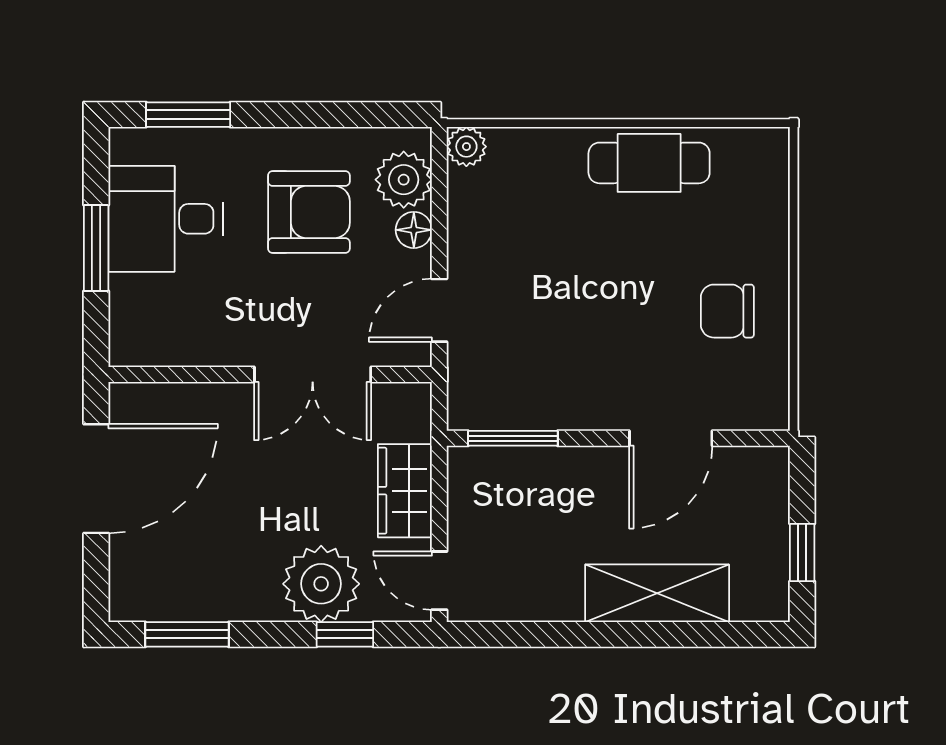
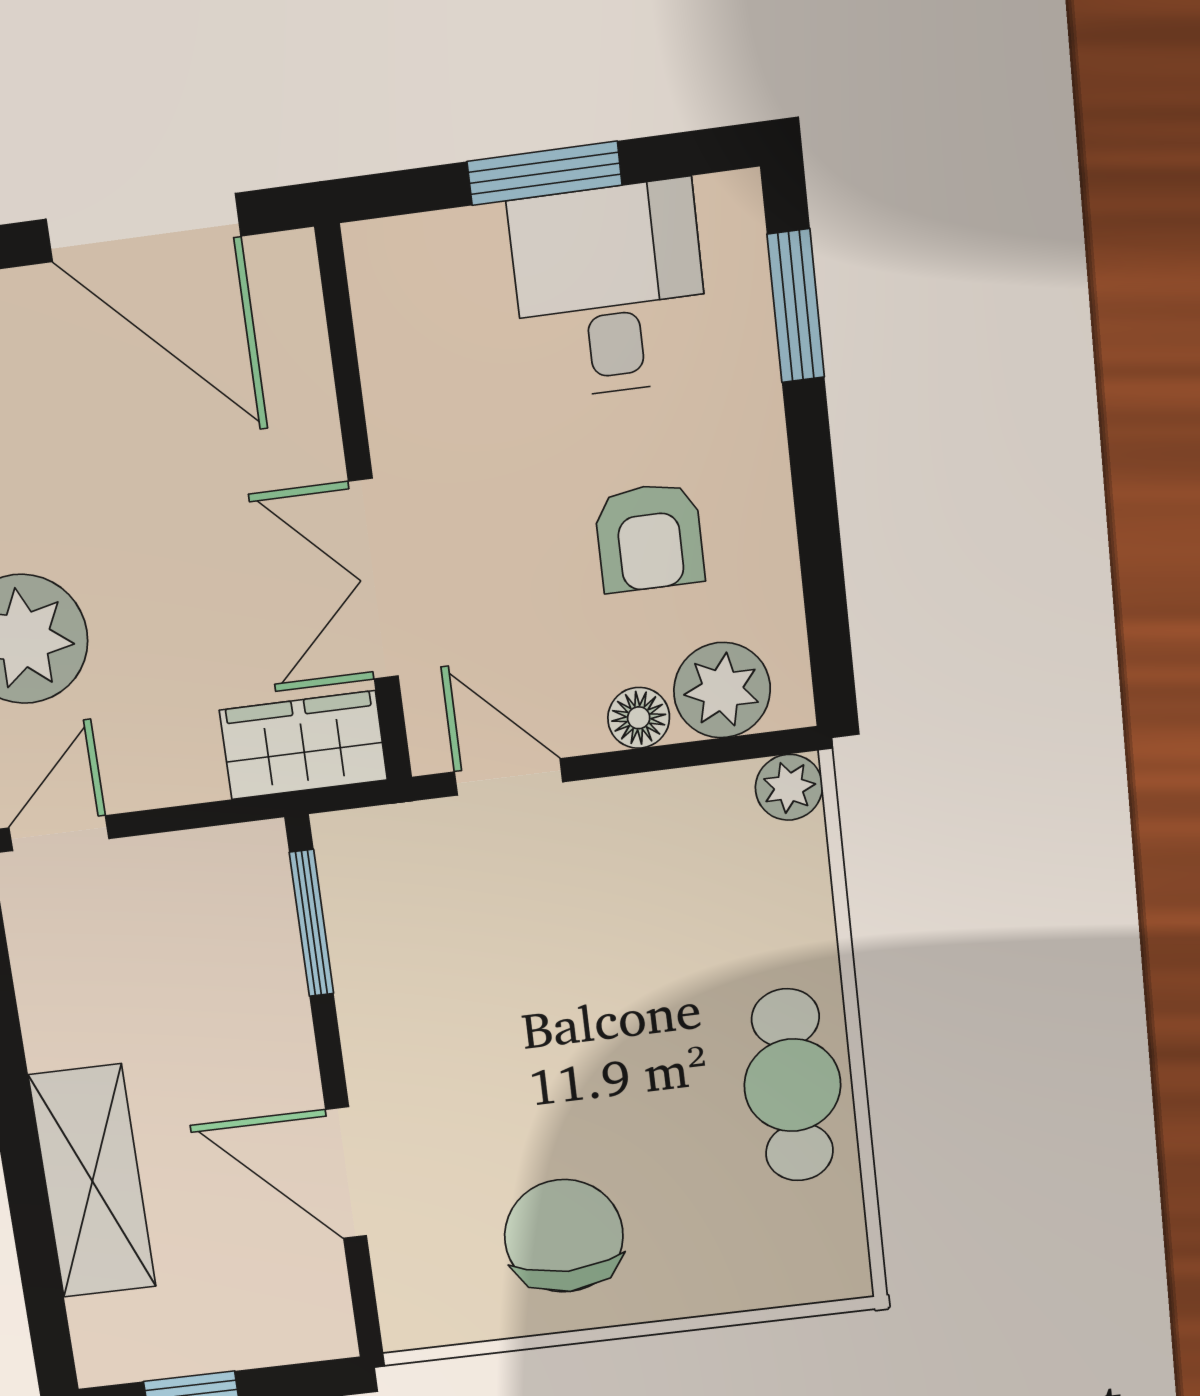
armchair: (309, 212) -> (649, 537), width x0.72, depth x0.72
chair: (727, 311) -> (564, 1236), width x1.37, depth x1.37
wardrobe: (405, 491) -> (303, 745), moved

